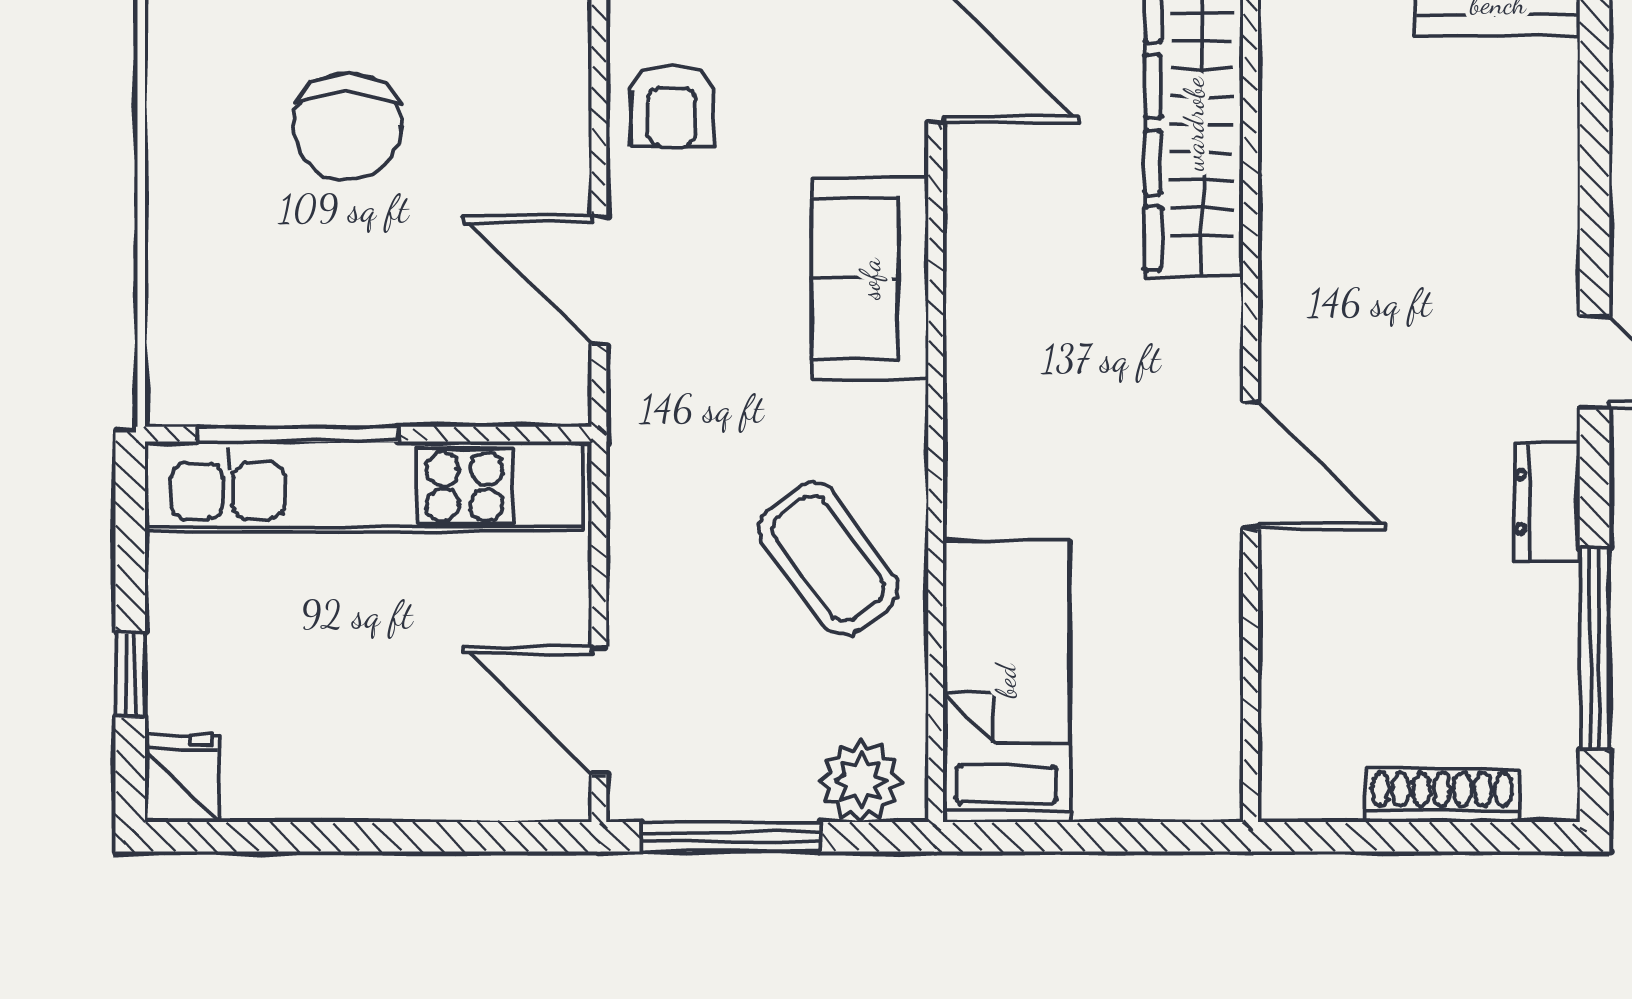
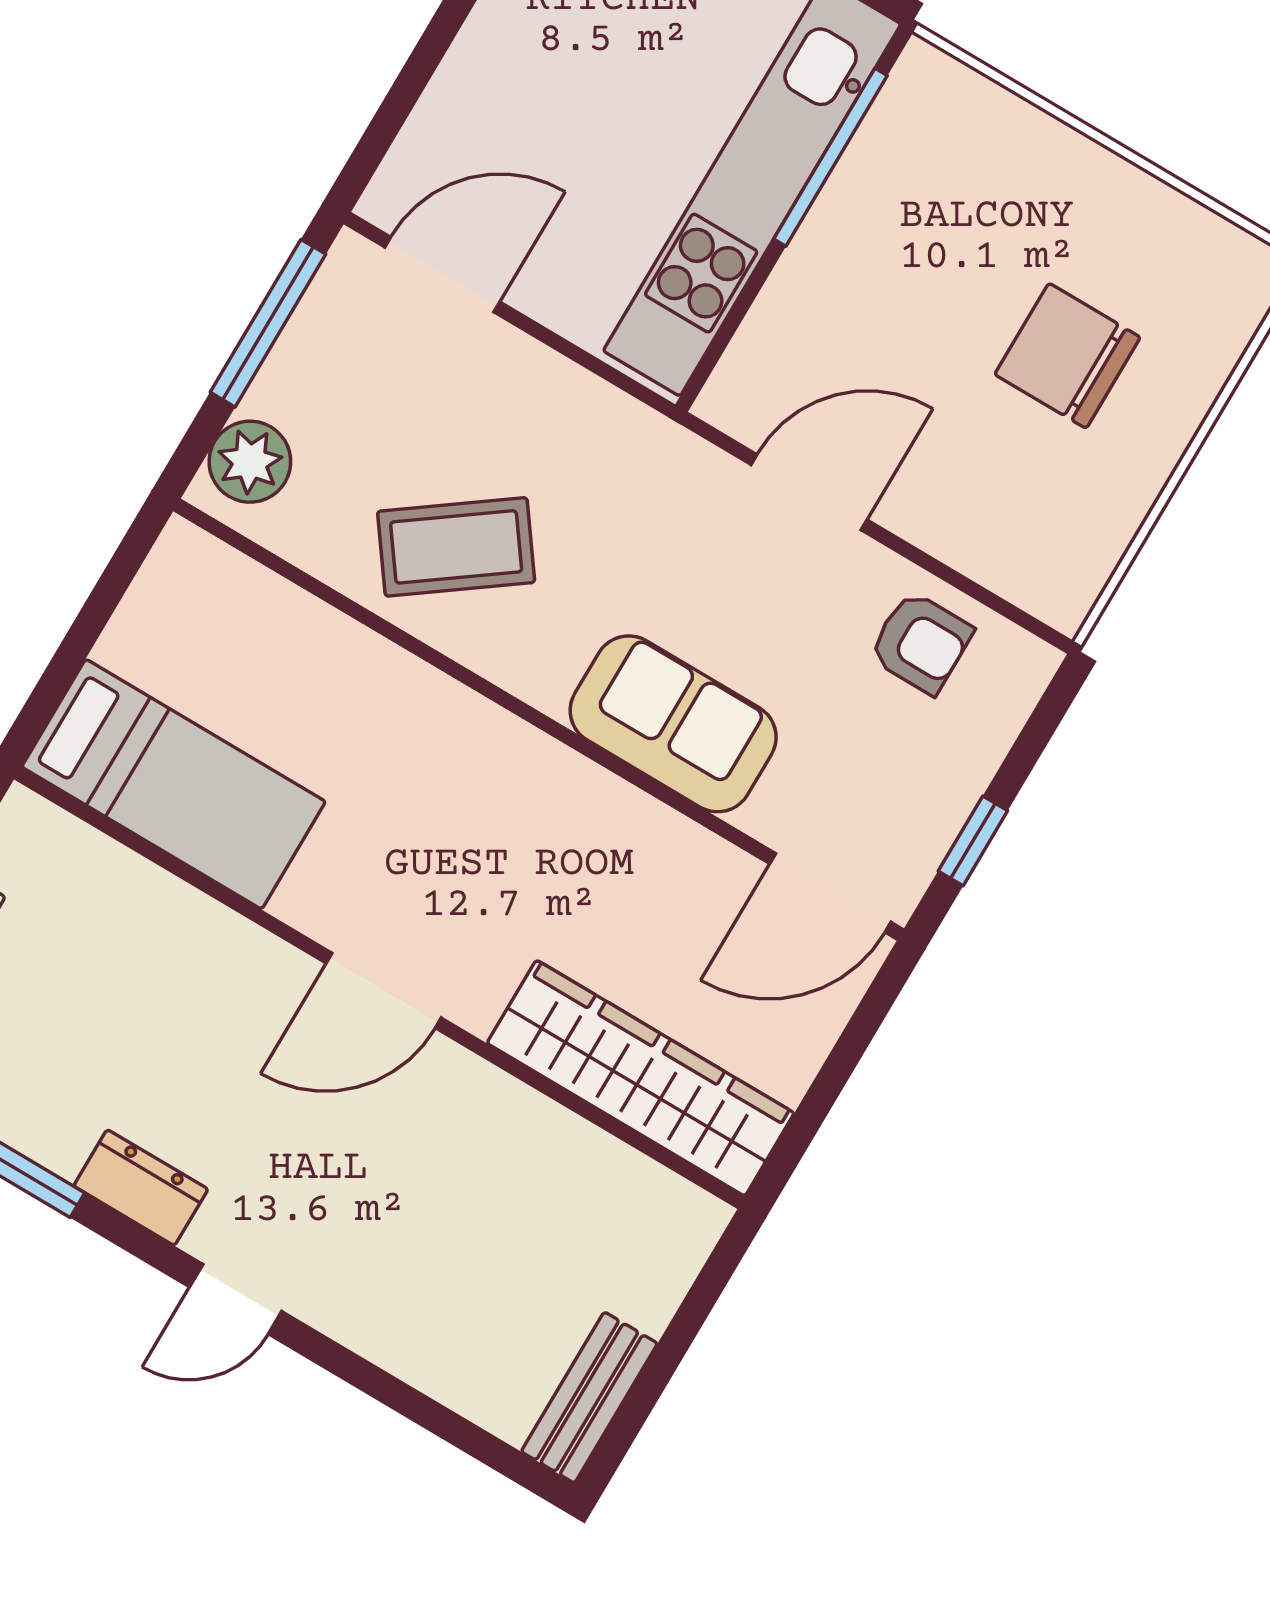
armchair: (672, 106) -> (921, 643), turned 180
door: (1250, 465) -> (384, 991), moved
bed: (1006, 681) -> (174, 784), moved

